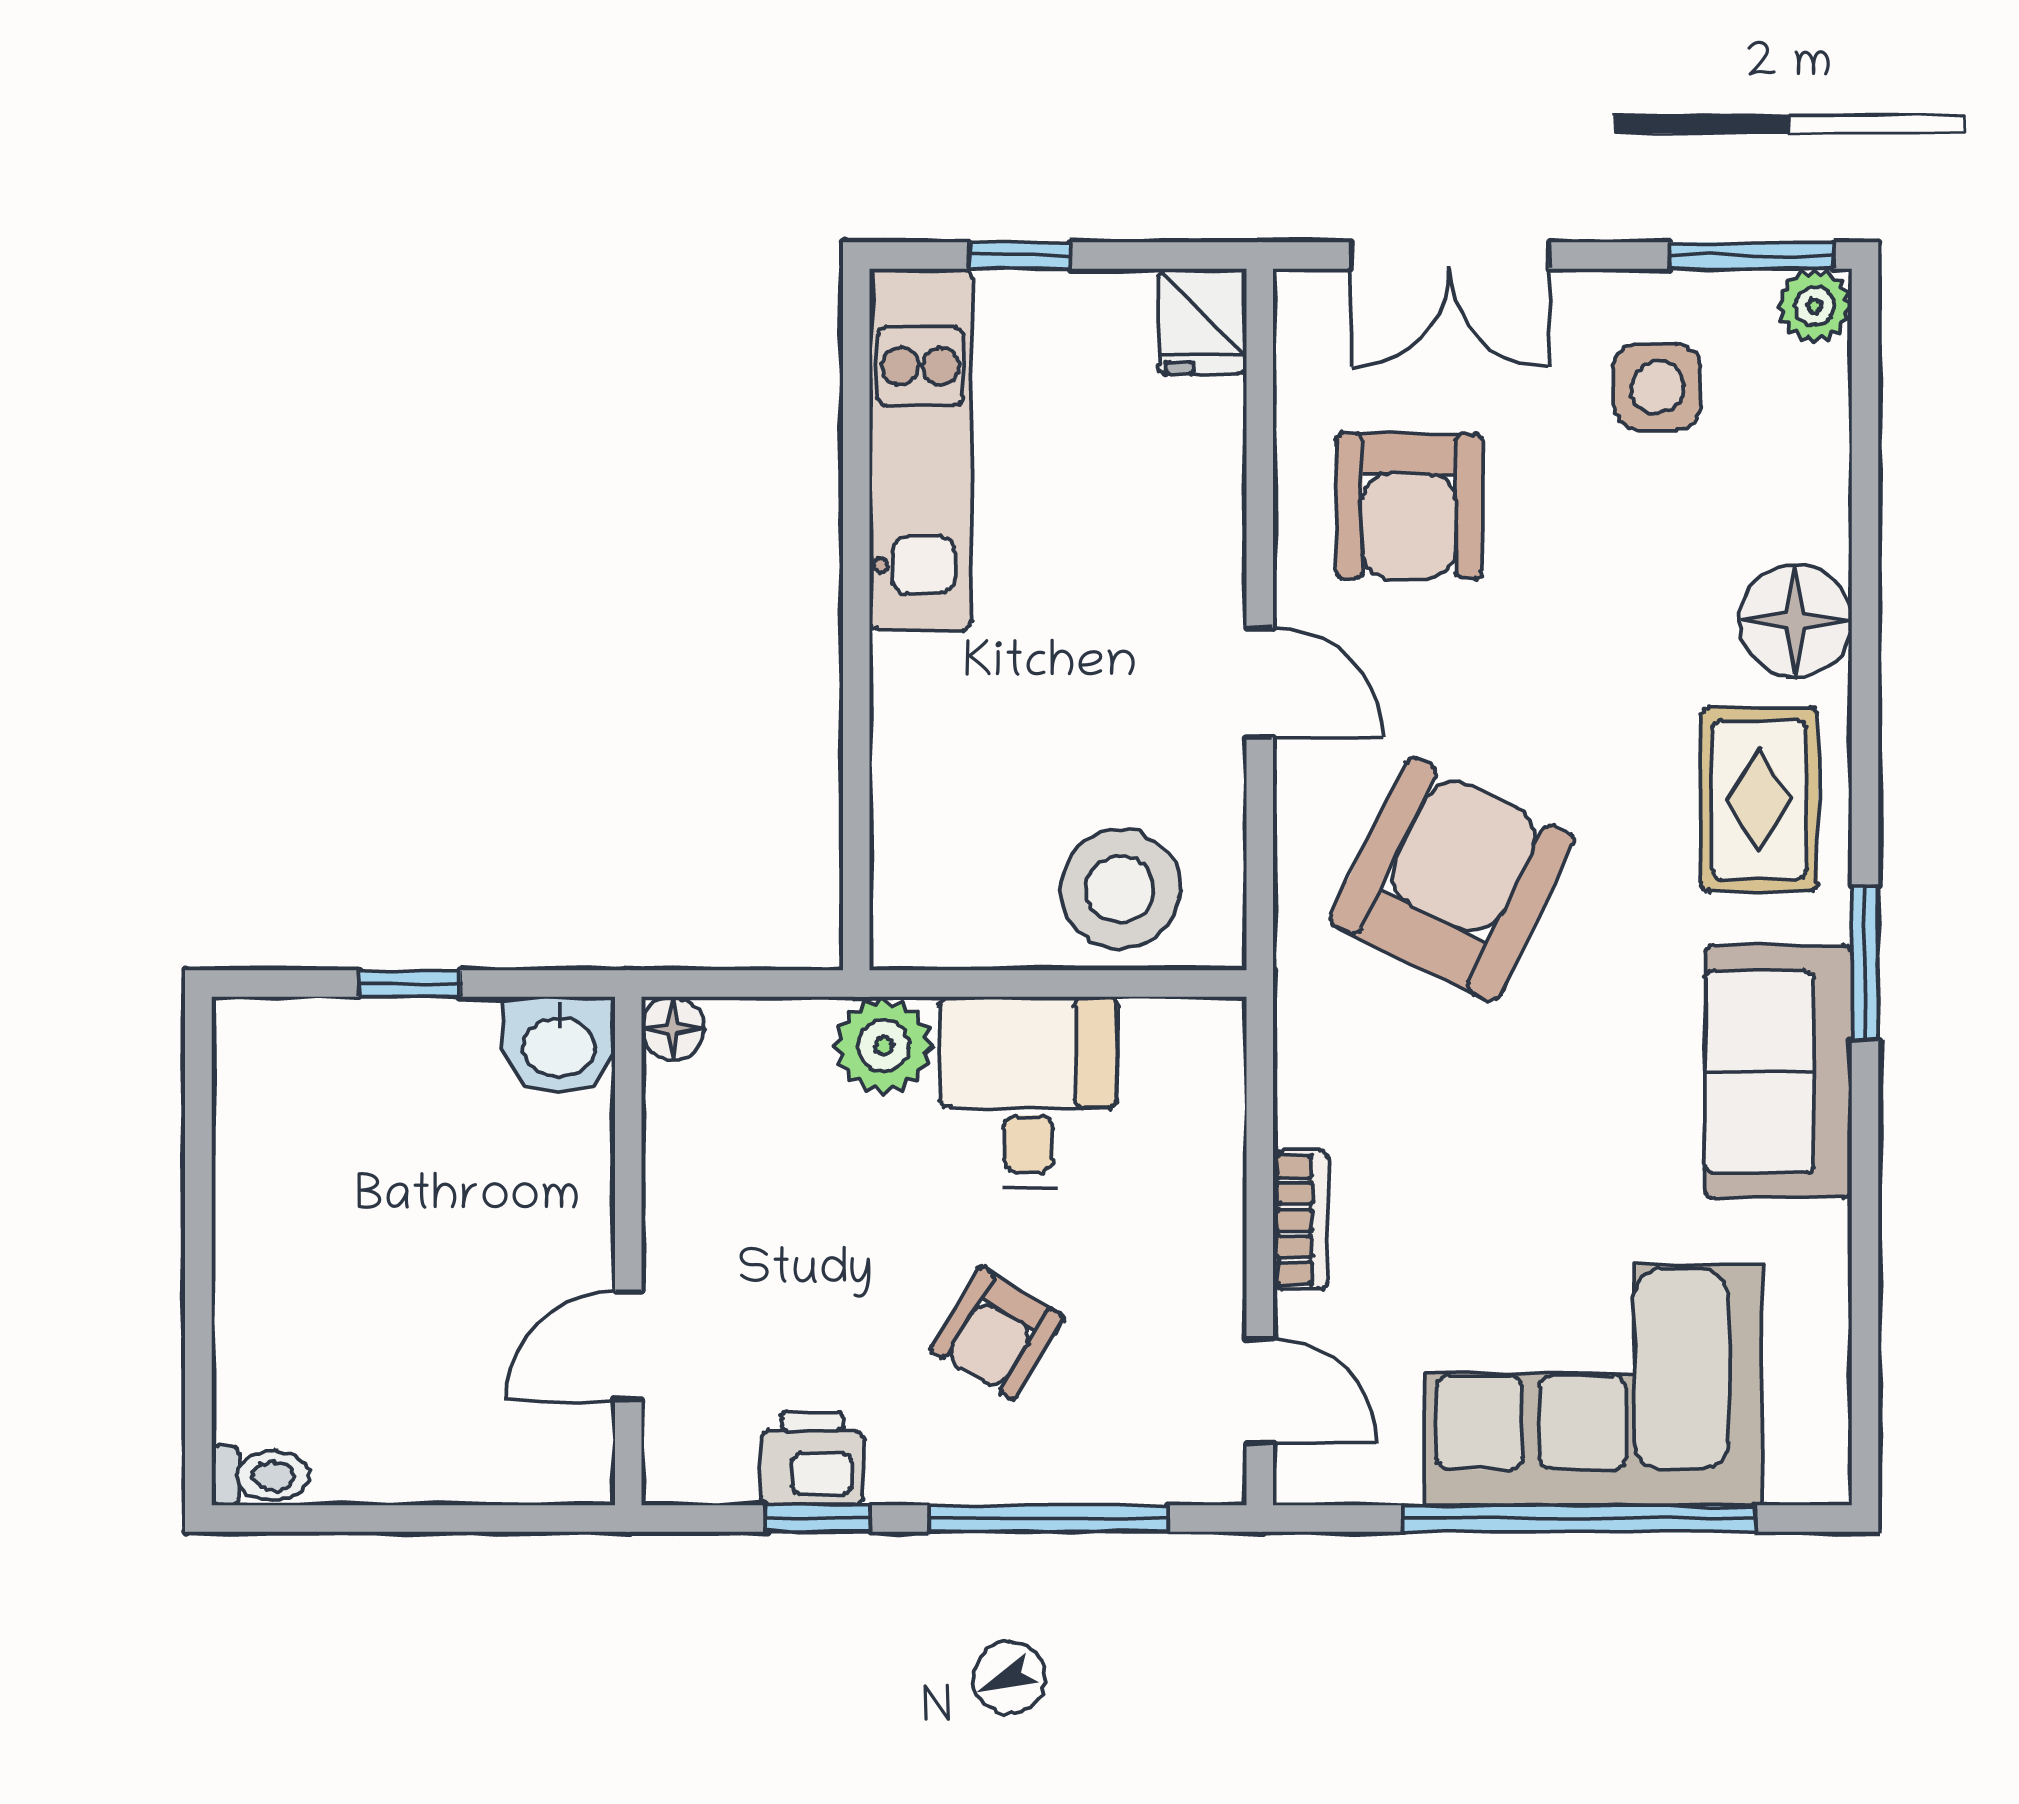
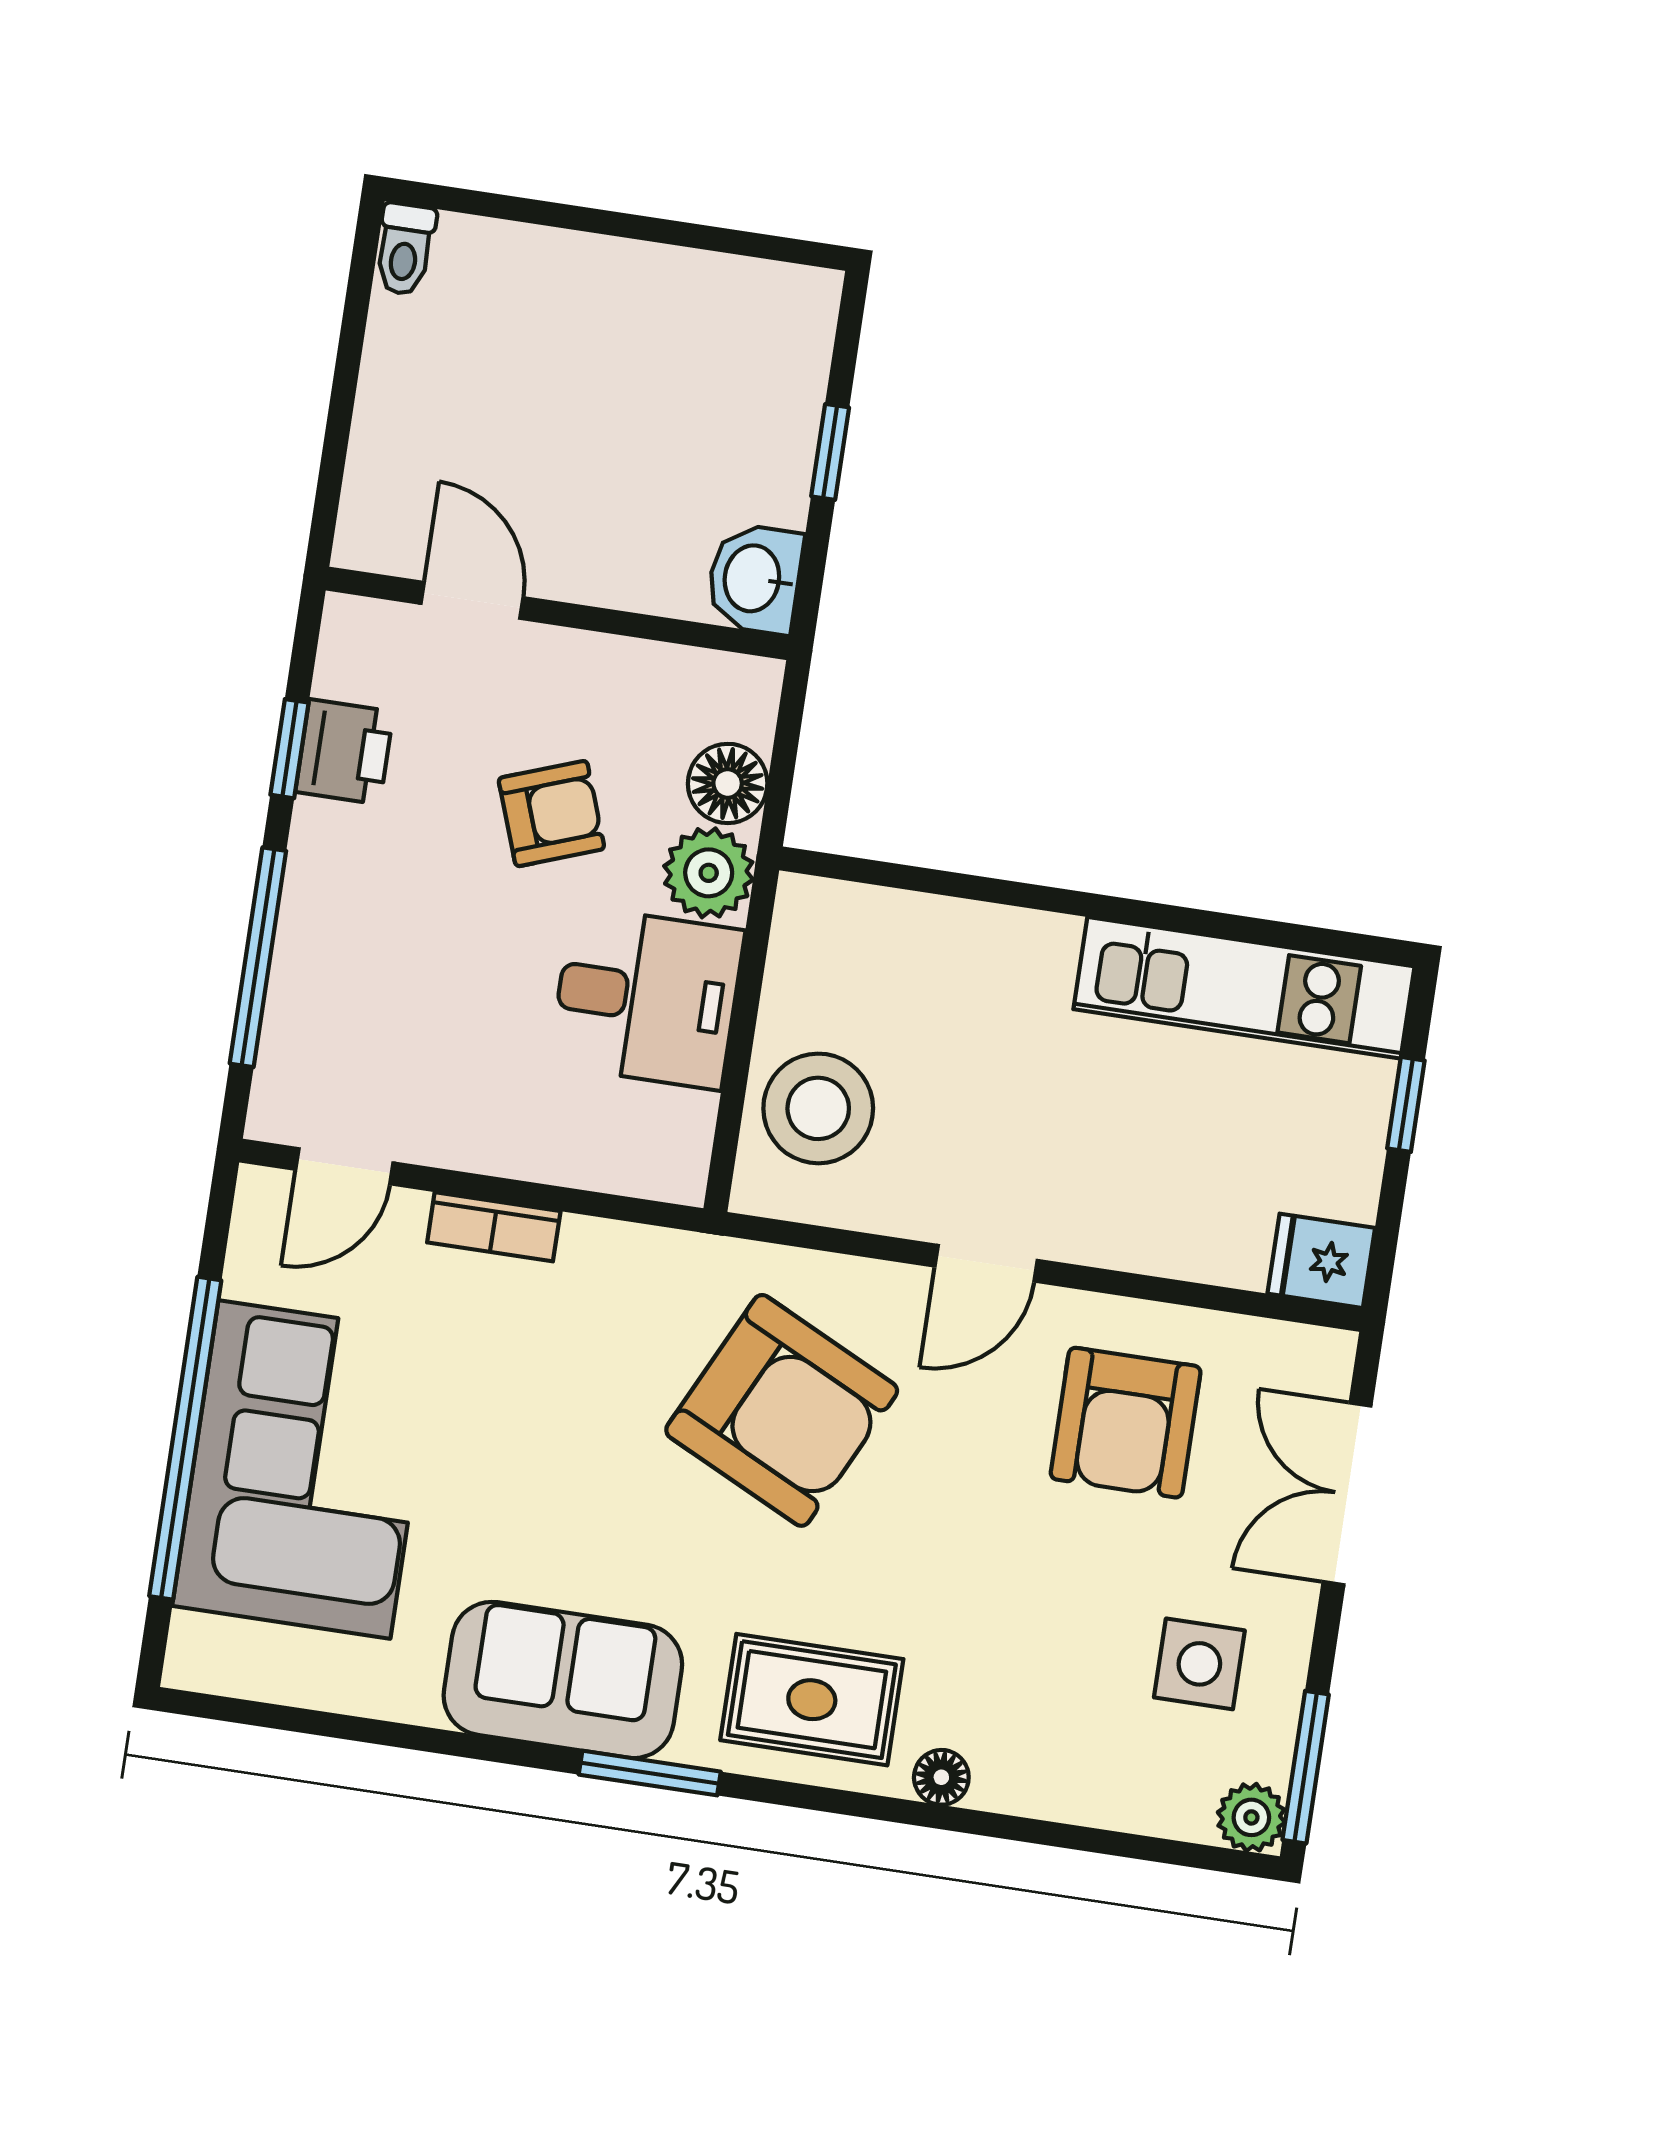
armchair: (1409, 506) -> (1126, 1423), turned -90
floor lamp: (1795, 621) -> (941, 1777), width x0.53, depth x0.53
floor lamp: (673, 1028) -> (728, 783), moved, width x1.37, depth x1.37
armchair: (997, 1333) -> (551, 814), moved, turned 129

